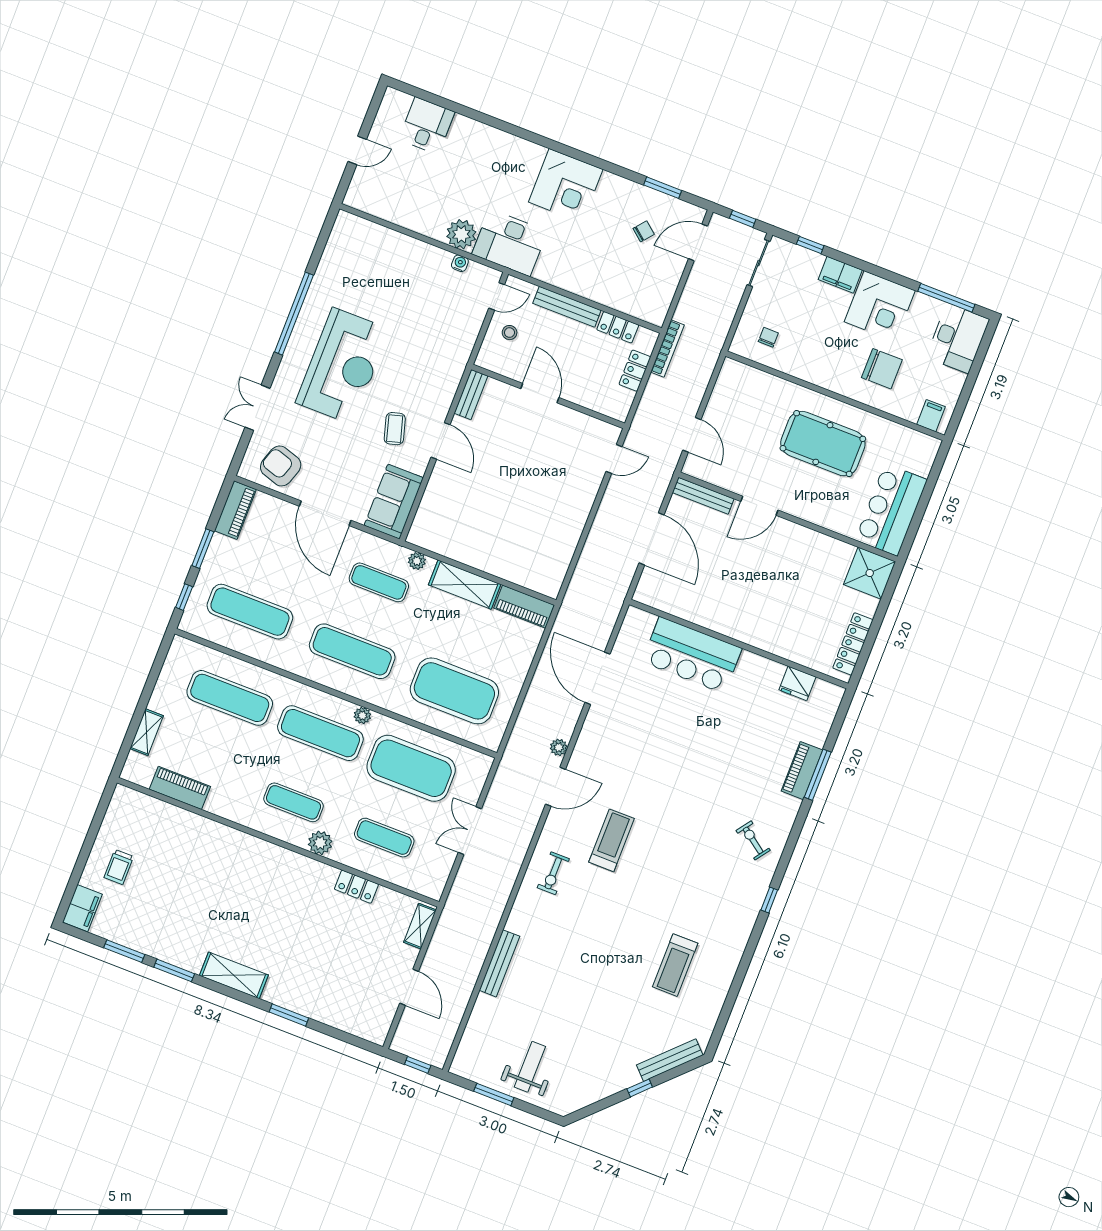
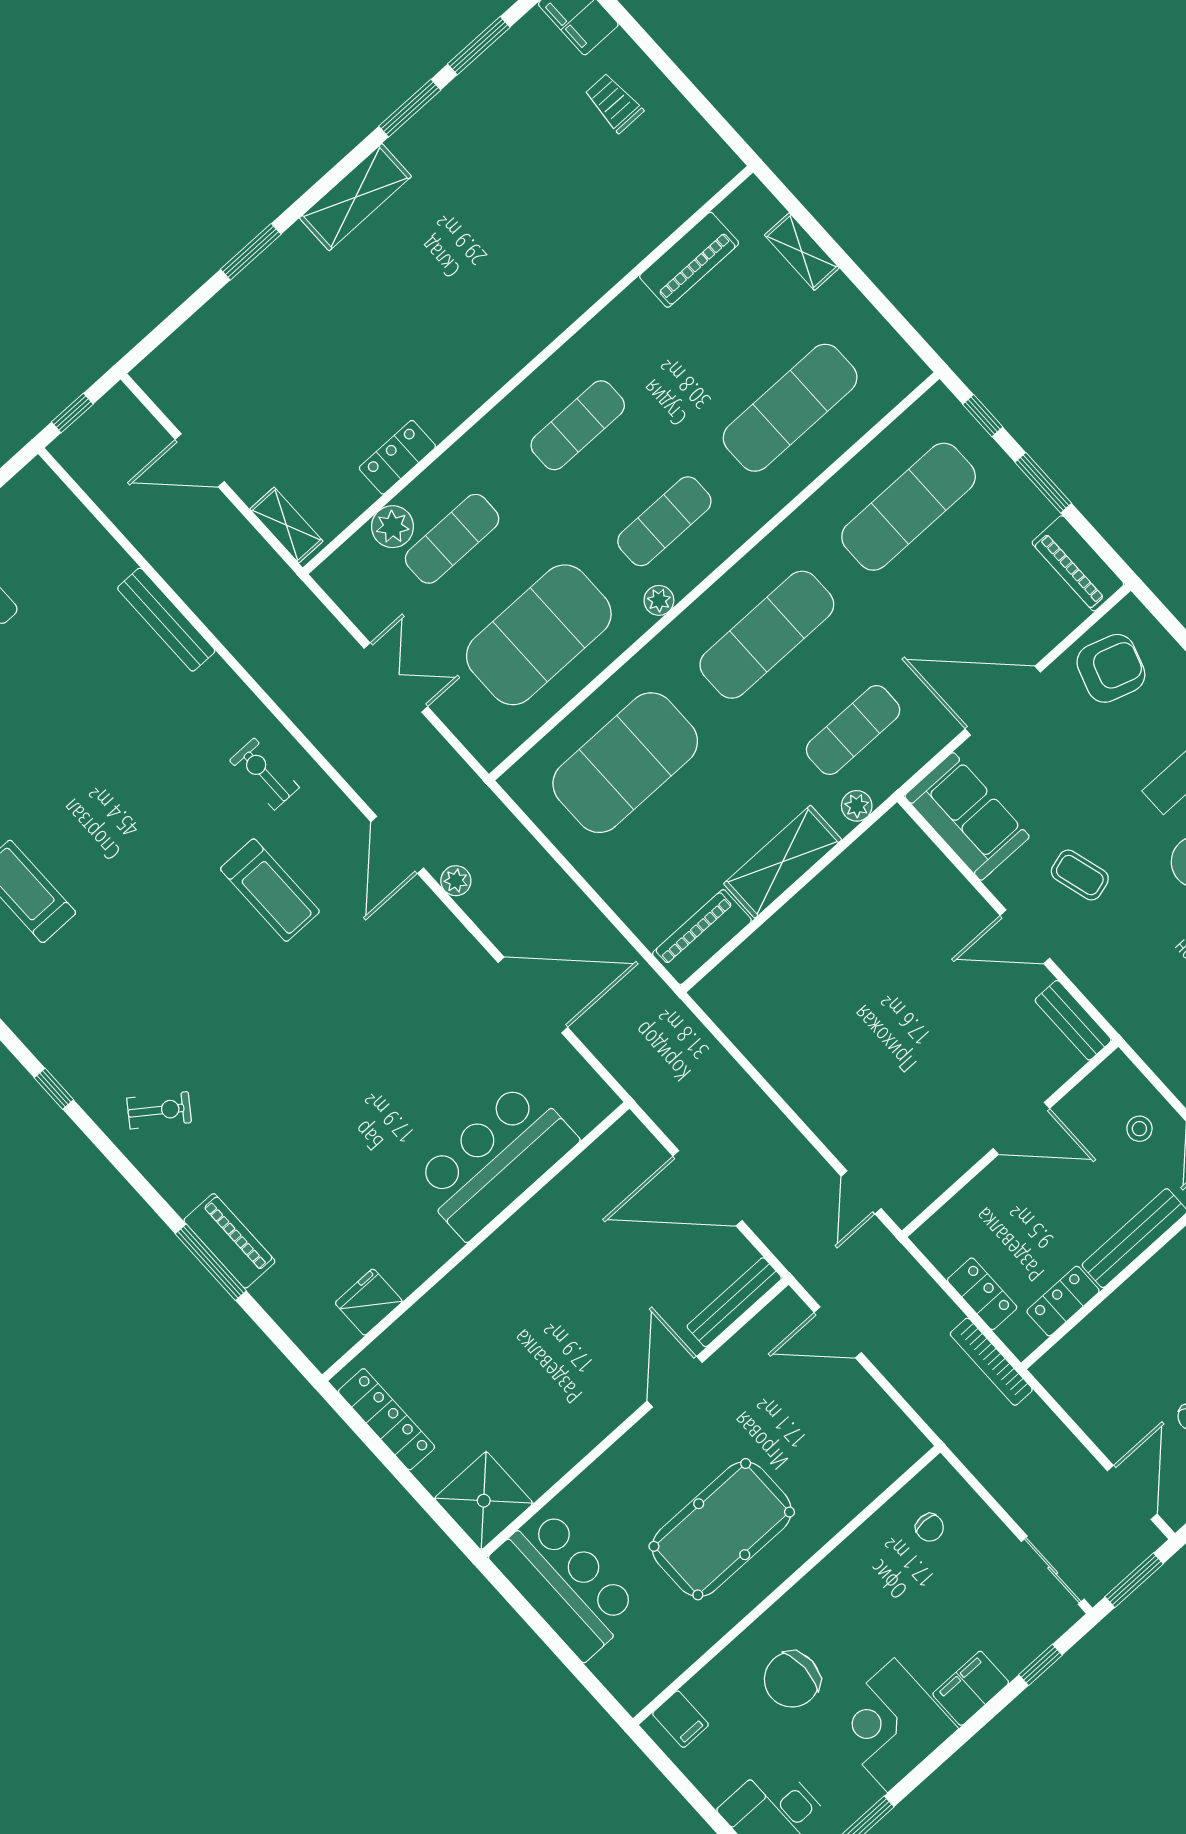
window: (743, 219) -> (1134, 1580), width x1.50
exercise mat: (320, 733) -> (664, 521), width x0.73, depth x0.69
plant: (320, 843) -> (392, 527), moved

